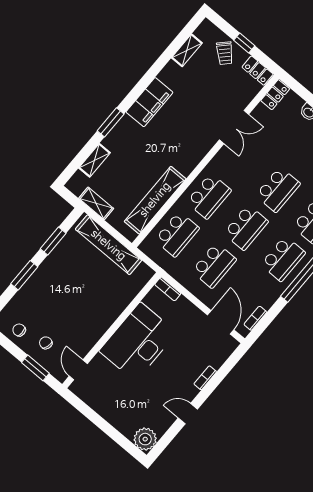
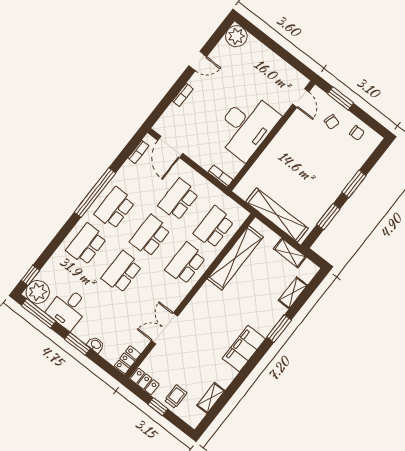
trolley: (225, 53) -> (176, 397), turned 46

